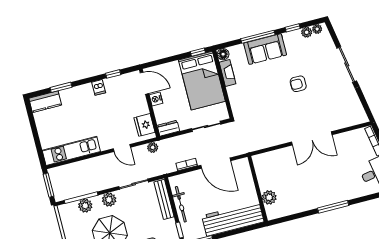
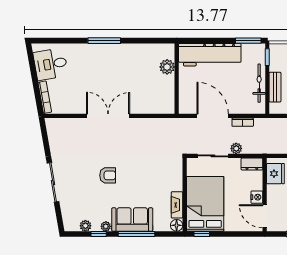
plant: (317, 29) -> (106, 226), moved
plant: (153, 147) -> (236, 148), moved
bench: (164, 199) -> (275, 87), width x0.73

